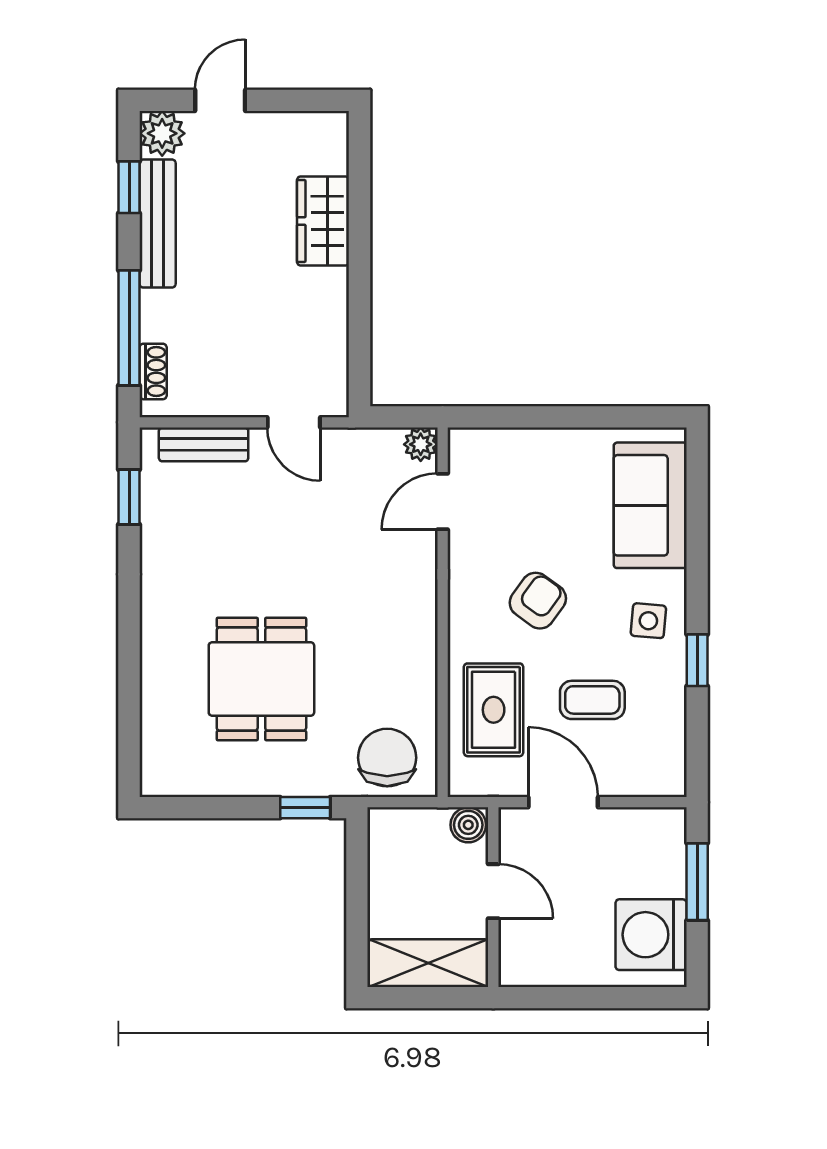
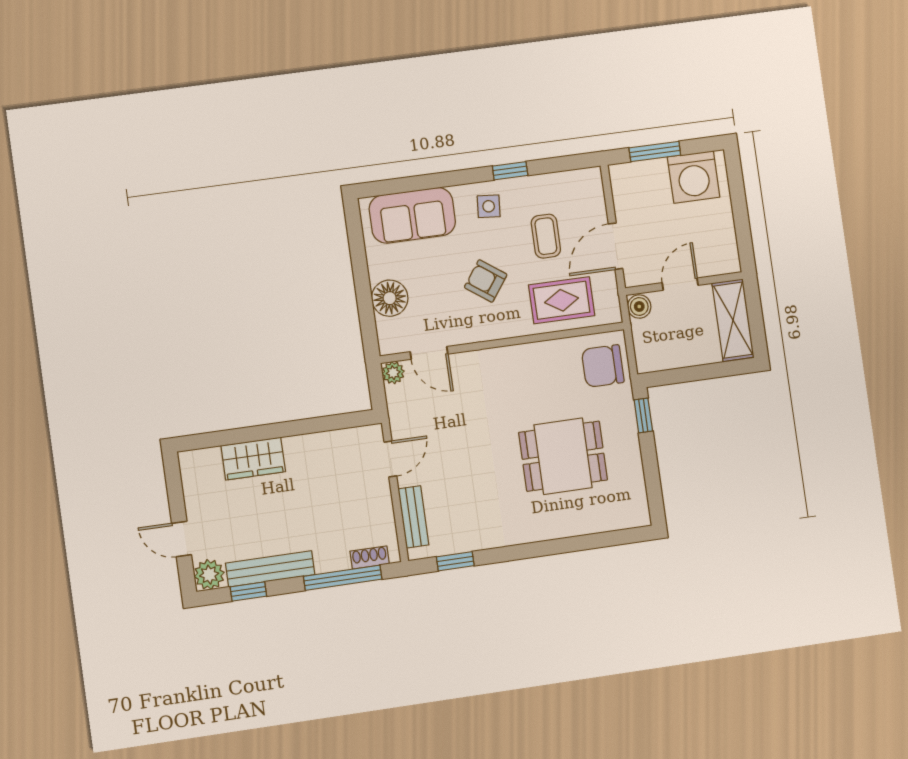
floor lamp: (532, 455) -> (390, 298), added

